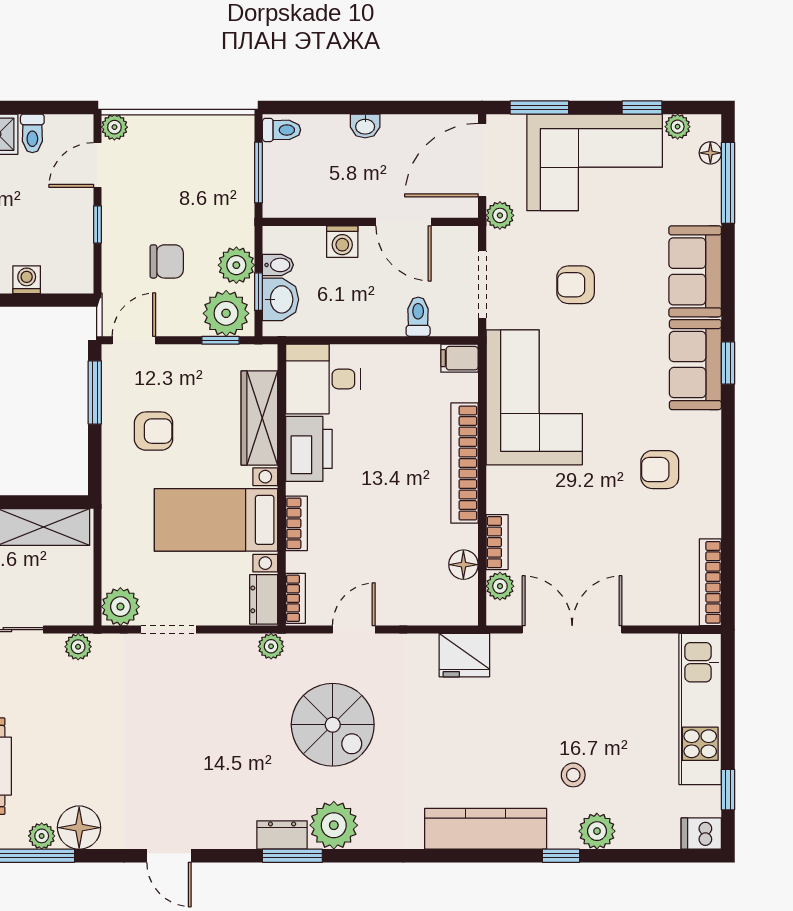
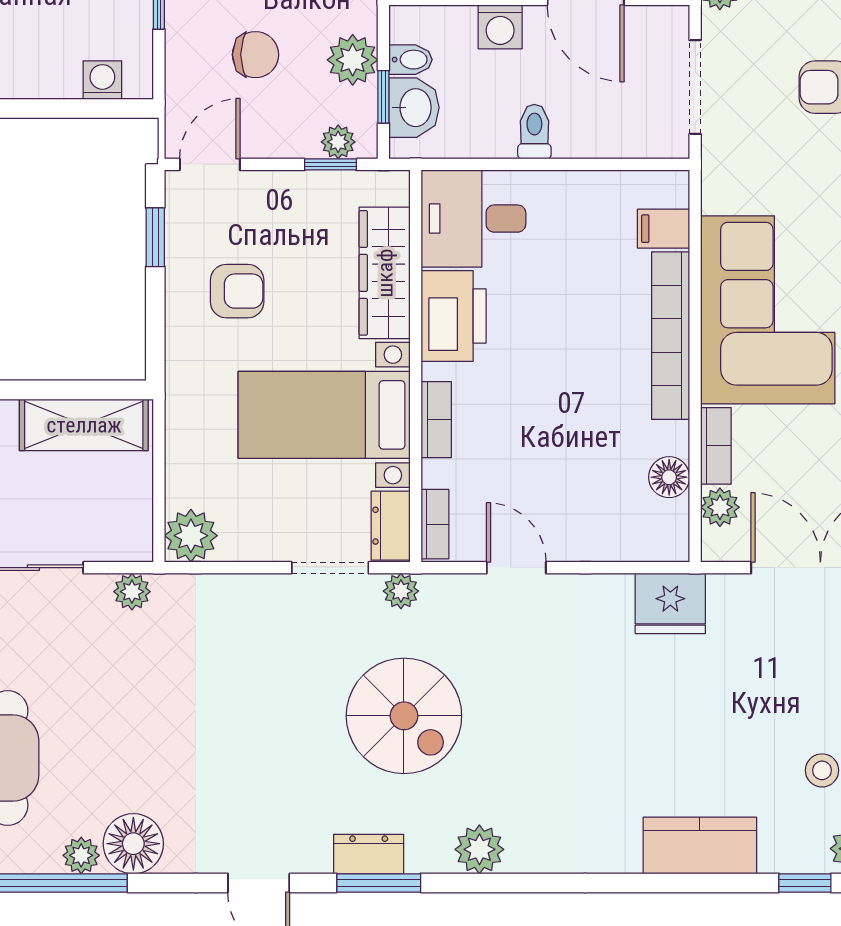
washing machine: (27, 280) -> (102, 80), moved
plant: (226, 313) -> (338, 142), width x0.53, depth x0.53
toilet: (418, 317) -> (534, 132), moved
filing cabinet: (459, 358) -> (664, 229), moved
window: (95, 392) -> (155, 237), width x0.67
corner sofa: (534, 397) -> (768, 310), moved
doorway: (168, 630) -> (330, 568), moved
door: (354, 630) -> (516, 568), hinge flipped
spiral stairs: (333, 725) -> (404, 716), moved
plant: (334, 825) -> (479, 849), width x0.73, depth x0.73
kitchen counter: (486, 829) -> (700, 845), width x0.67
dresser: (282, 835) -> (369, 854), moved
window: (292, 856) -> (379, 883), moved

